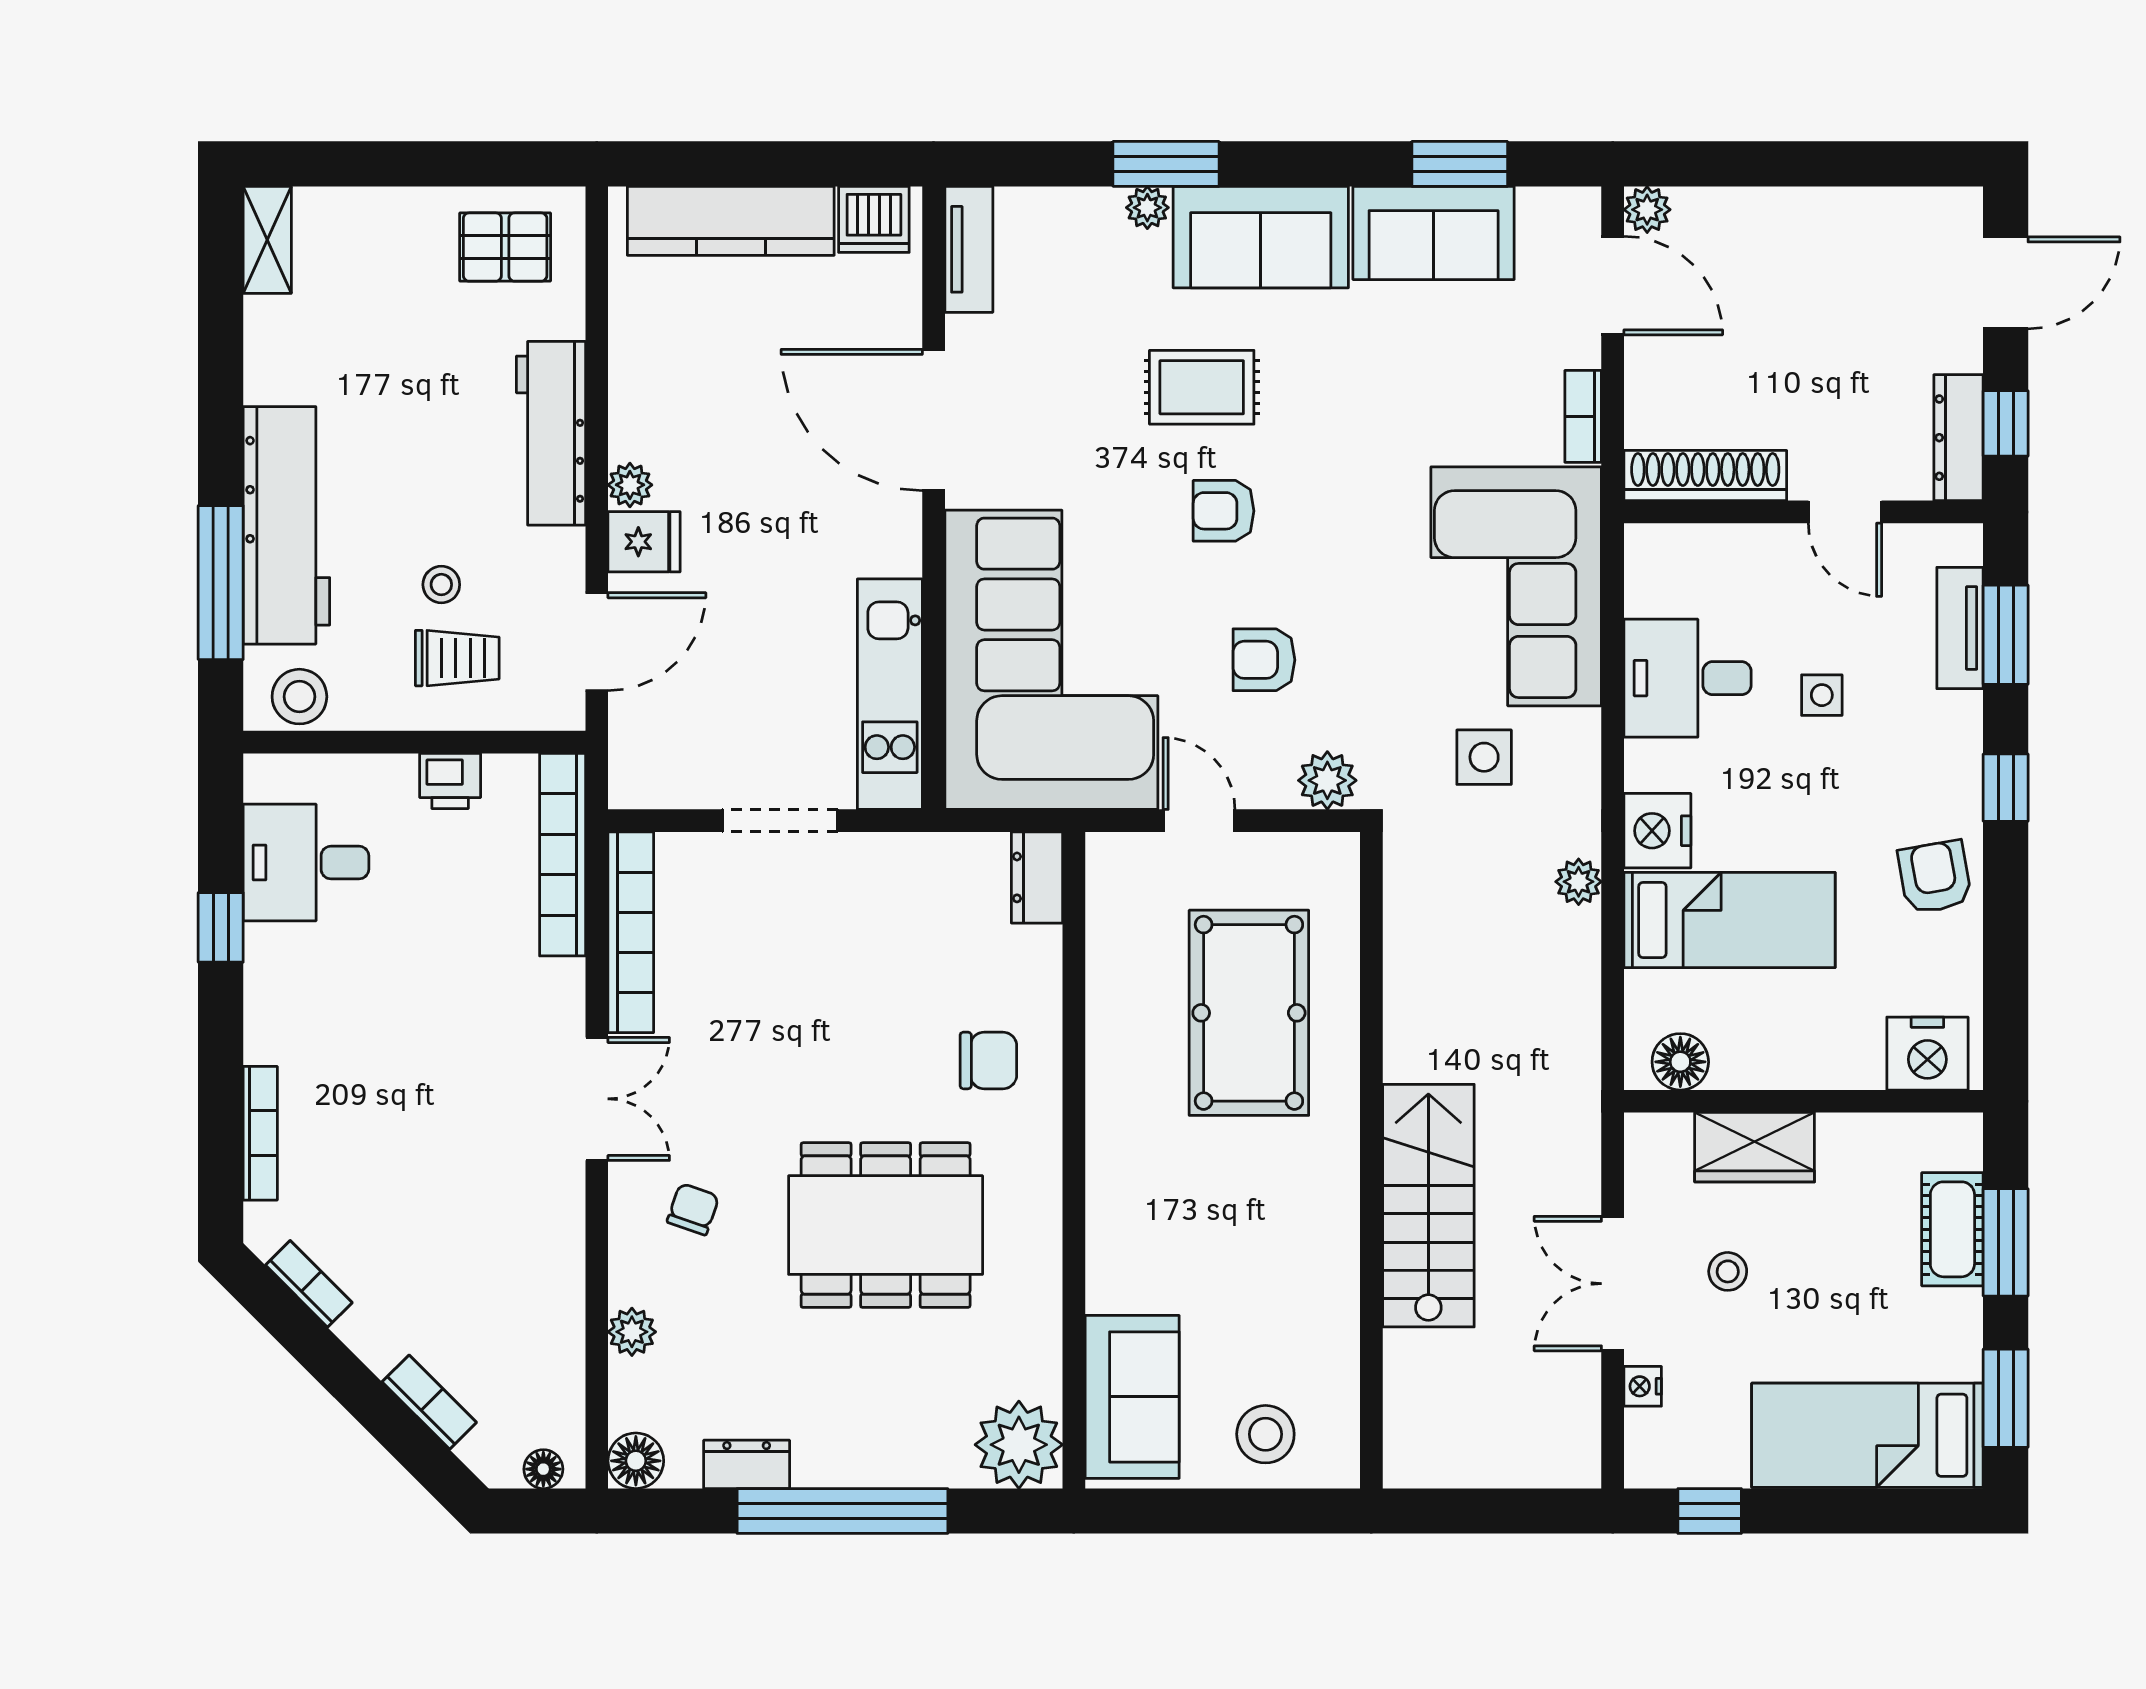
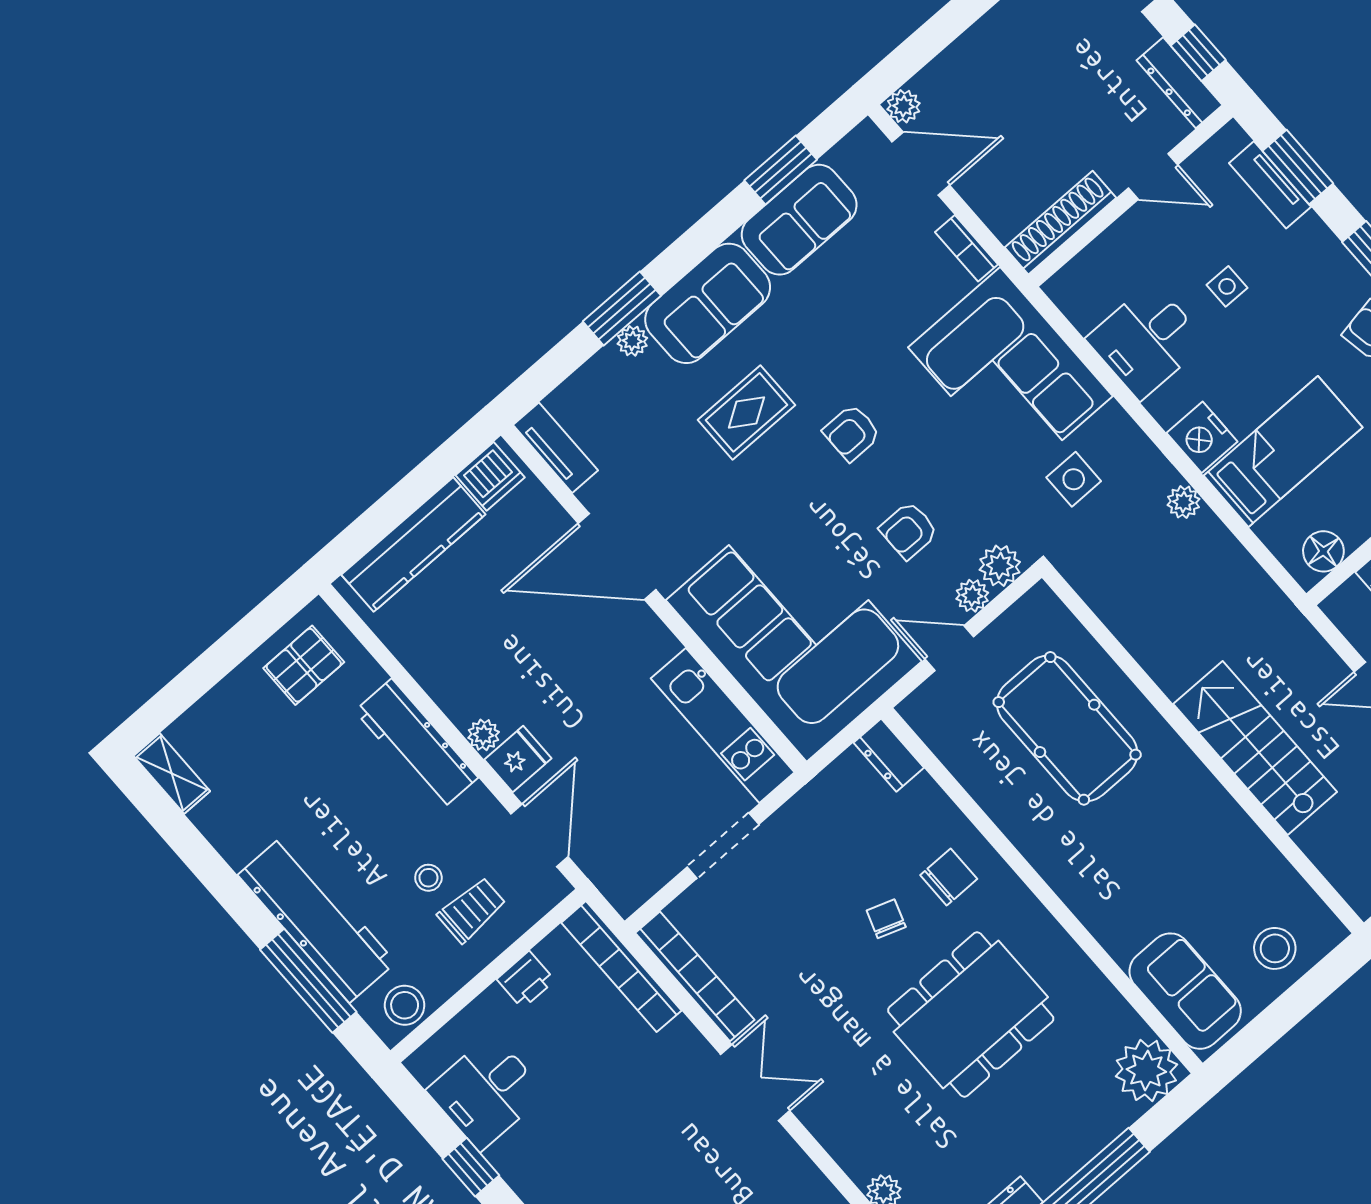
armchair: (1224, 511) -> (852, 433), moved
plant: (1271, 787) -> (972, 596), added
chair: (693, 1209) -> (886, 919), moved

